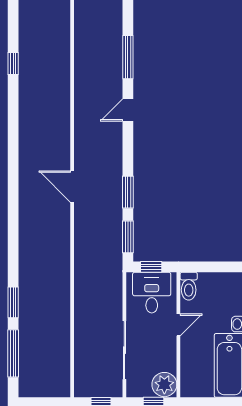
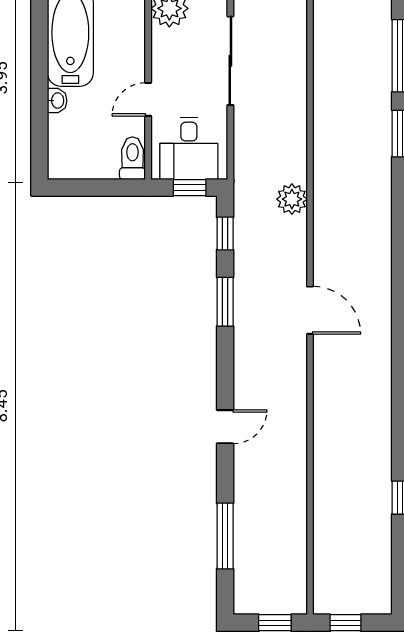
window: (128, 57) -> (225, 536), moved
window: (128, 237) -> (225, 233), width x0.67
plant: (84, 259) -> (292, 199), added

